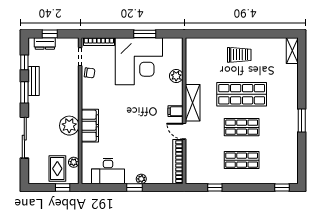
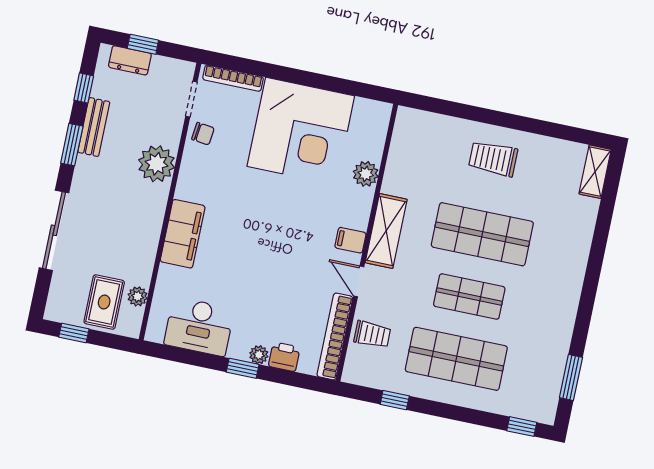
window: (145, 34) -> (323, 82), removed
trolley: (239, 55) -> (493, 159), turned 180
window: (302, 120) -> (571, 377), moved
plant: (69, 126) -> (157, 164), moved
trolley: (197, 157) -> (372, 334), added
shop shelf: (242, 160) -> (456, 359), width x1.43, depth x1.36
printer: (154, 177) -> (284, 357), added
window: (63, 187) -> (74, 333), moved

